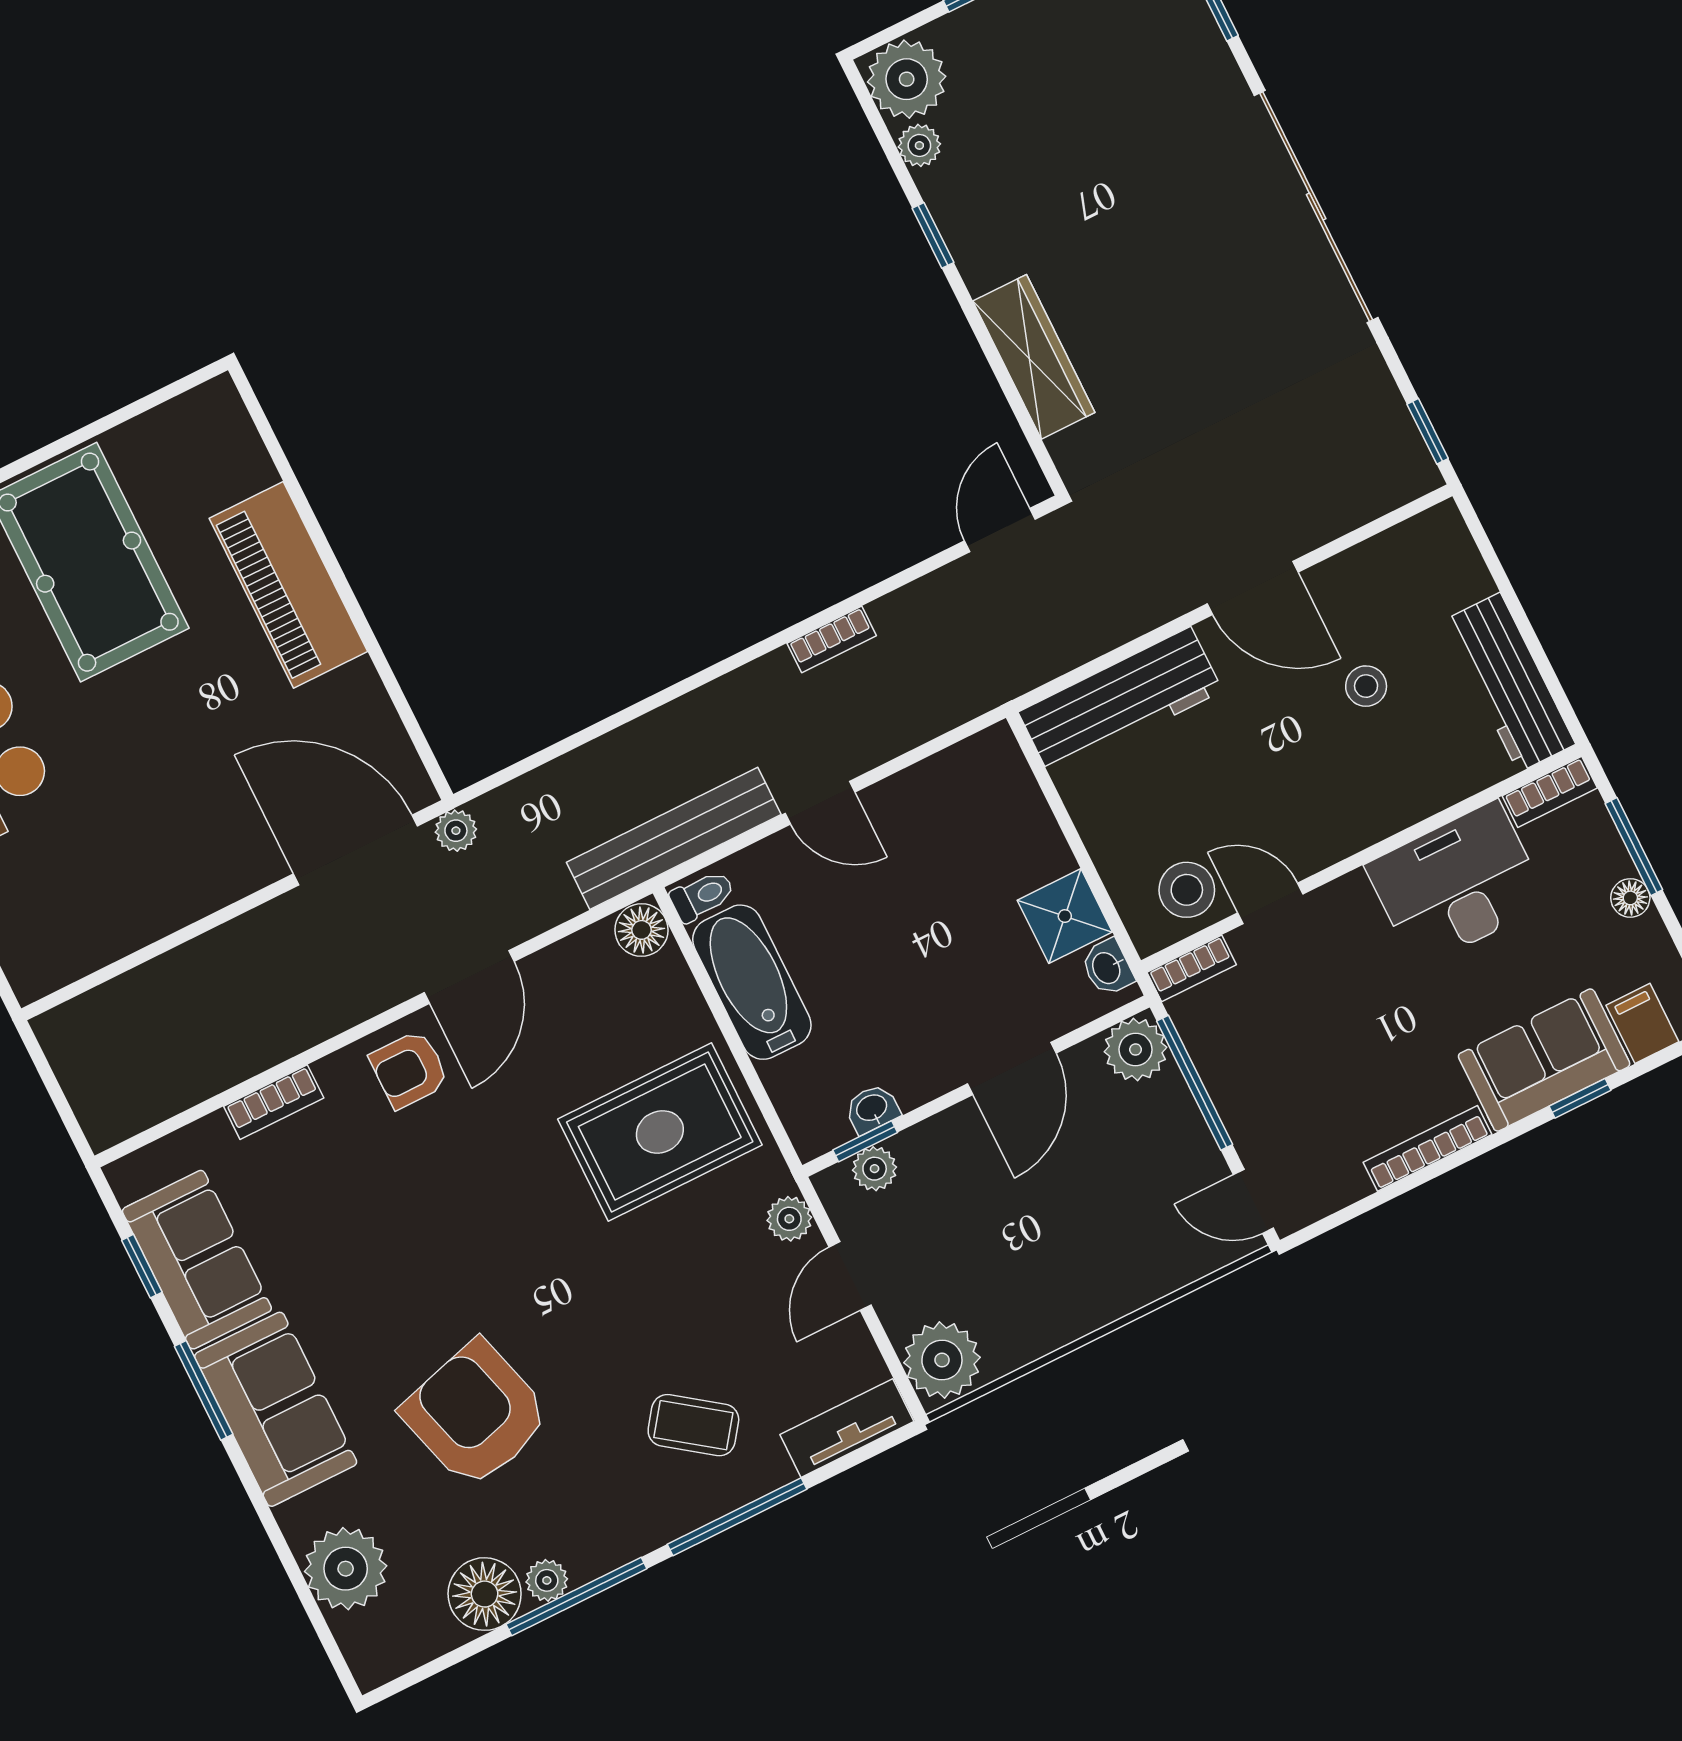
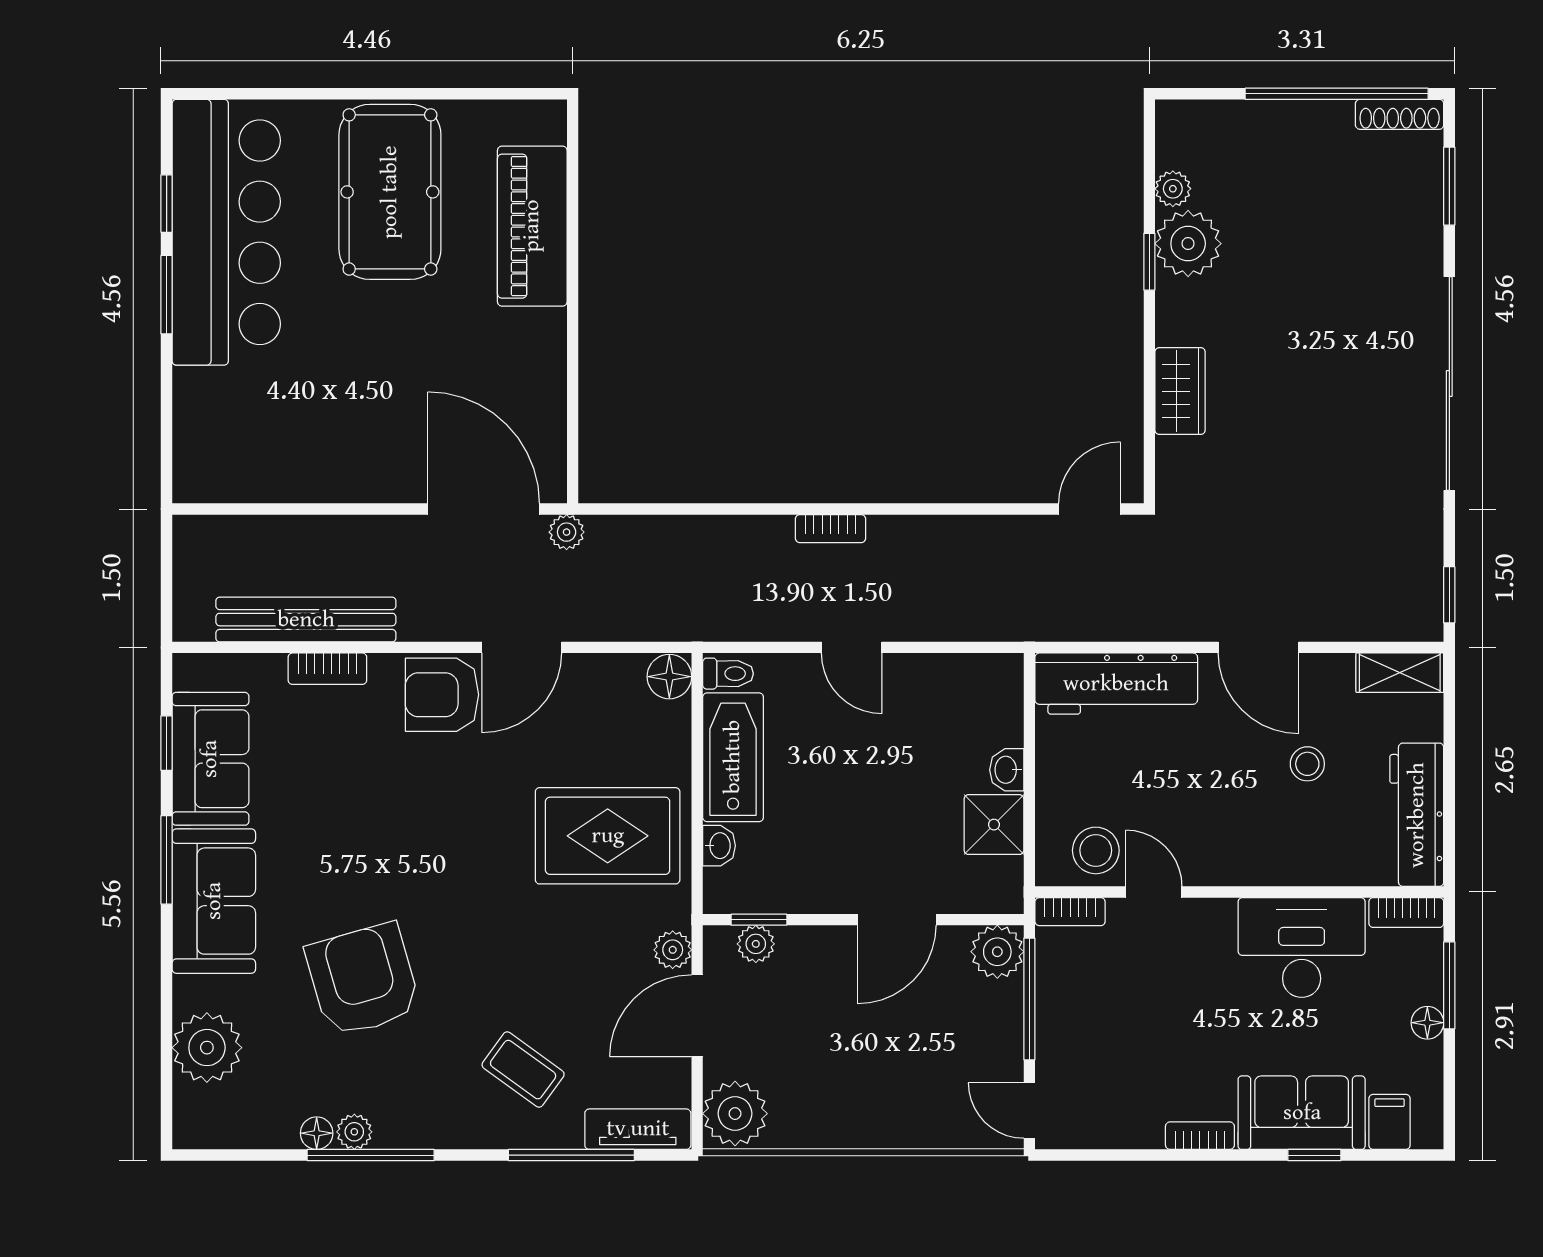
plant: (907, 79) -> (1188, 244), moved
wardrobe: (1034, 357) -> (1180, 391), width x0.67
shelving: (1416, 540) -> (1400, 673), added
piano: (288, 585) -> (532, 226), moved
bookcase: (832, 639) -> (830, 529), moved
bench: (674, 838) -> (306, 620), moved
washbasin: (1107, 968) -> (1007, 770), moved
armchair: (409, 1069) -> (442, 695), width x1.38, depth x1.38
washbasin: (872, 1109) -> (719, 846), moved, turned 90
bookcase: (1427, 1148) -> (1200, 1136), width x0.64
door: (850, 1276) -> (697, 1016), width x1.38
window: (737, 1517) -> (571, 1155), moved
floor lamp: (485, 1594) -> (317, 1133), width x0.53, depth x0.53

